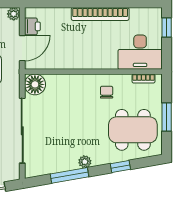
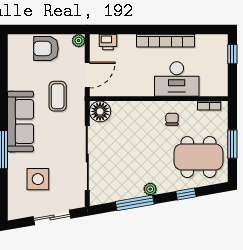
printer: (32, 26) -> (108, 42), moved, turned 90
desk: (140, 52) -> (177, 79), moved

